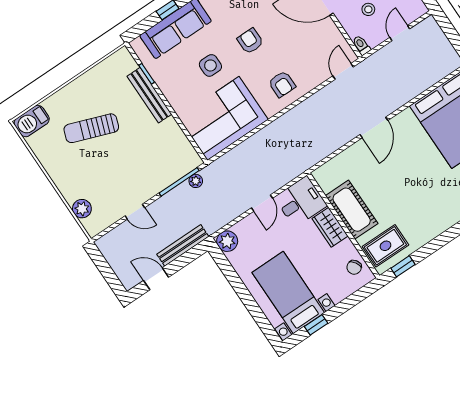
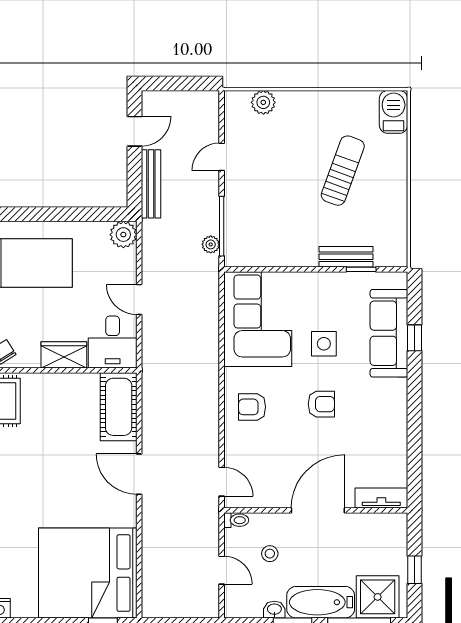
bench: (149, 95) -> (346, 257), width x0.73
cot: (352, 210) -> (119, 407), moved, turned 90

